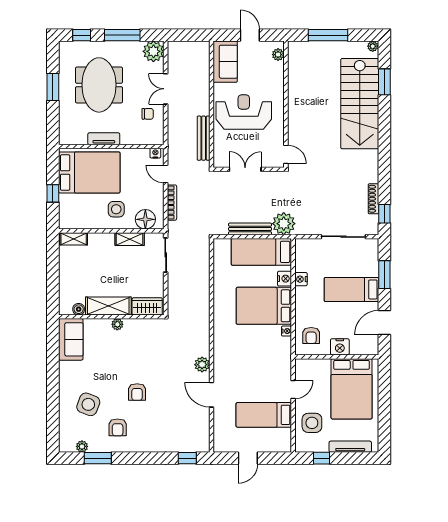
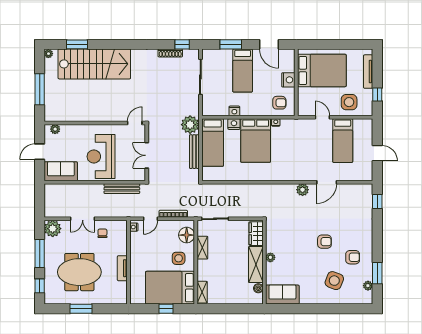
bed: (89, 172) -> (170, 288), moved, turned -90

